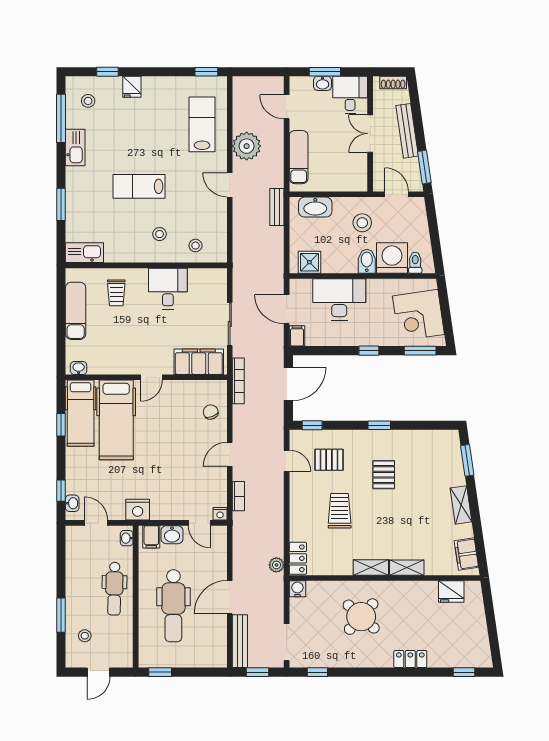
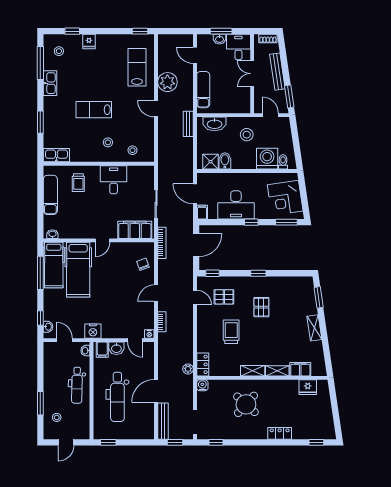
bidet: (367, 261) -> (225, 161), moved
desk: (339, 299) -> (236, 205), moved, turned 180
window: (61, 425) -> (40, 273), width x2.17
filing cabinet: (466, 554) -> (300, 369), moved, turned 98

